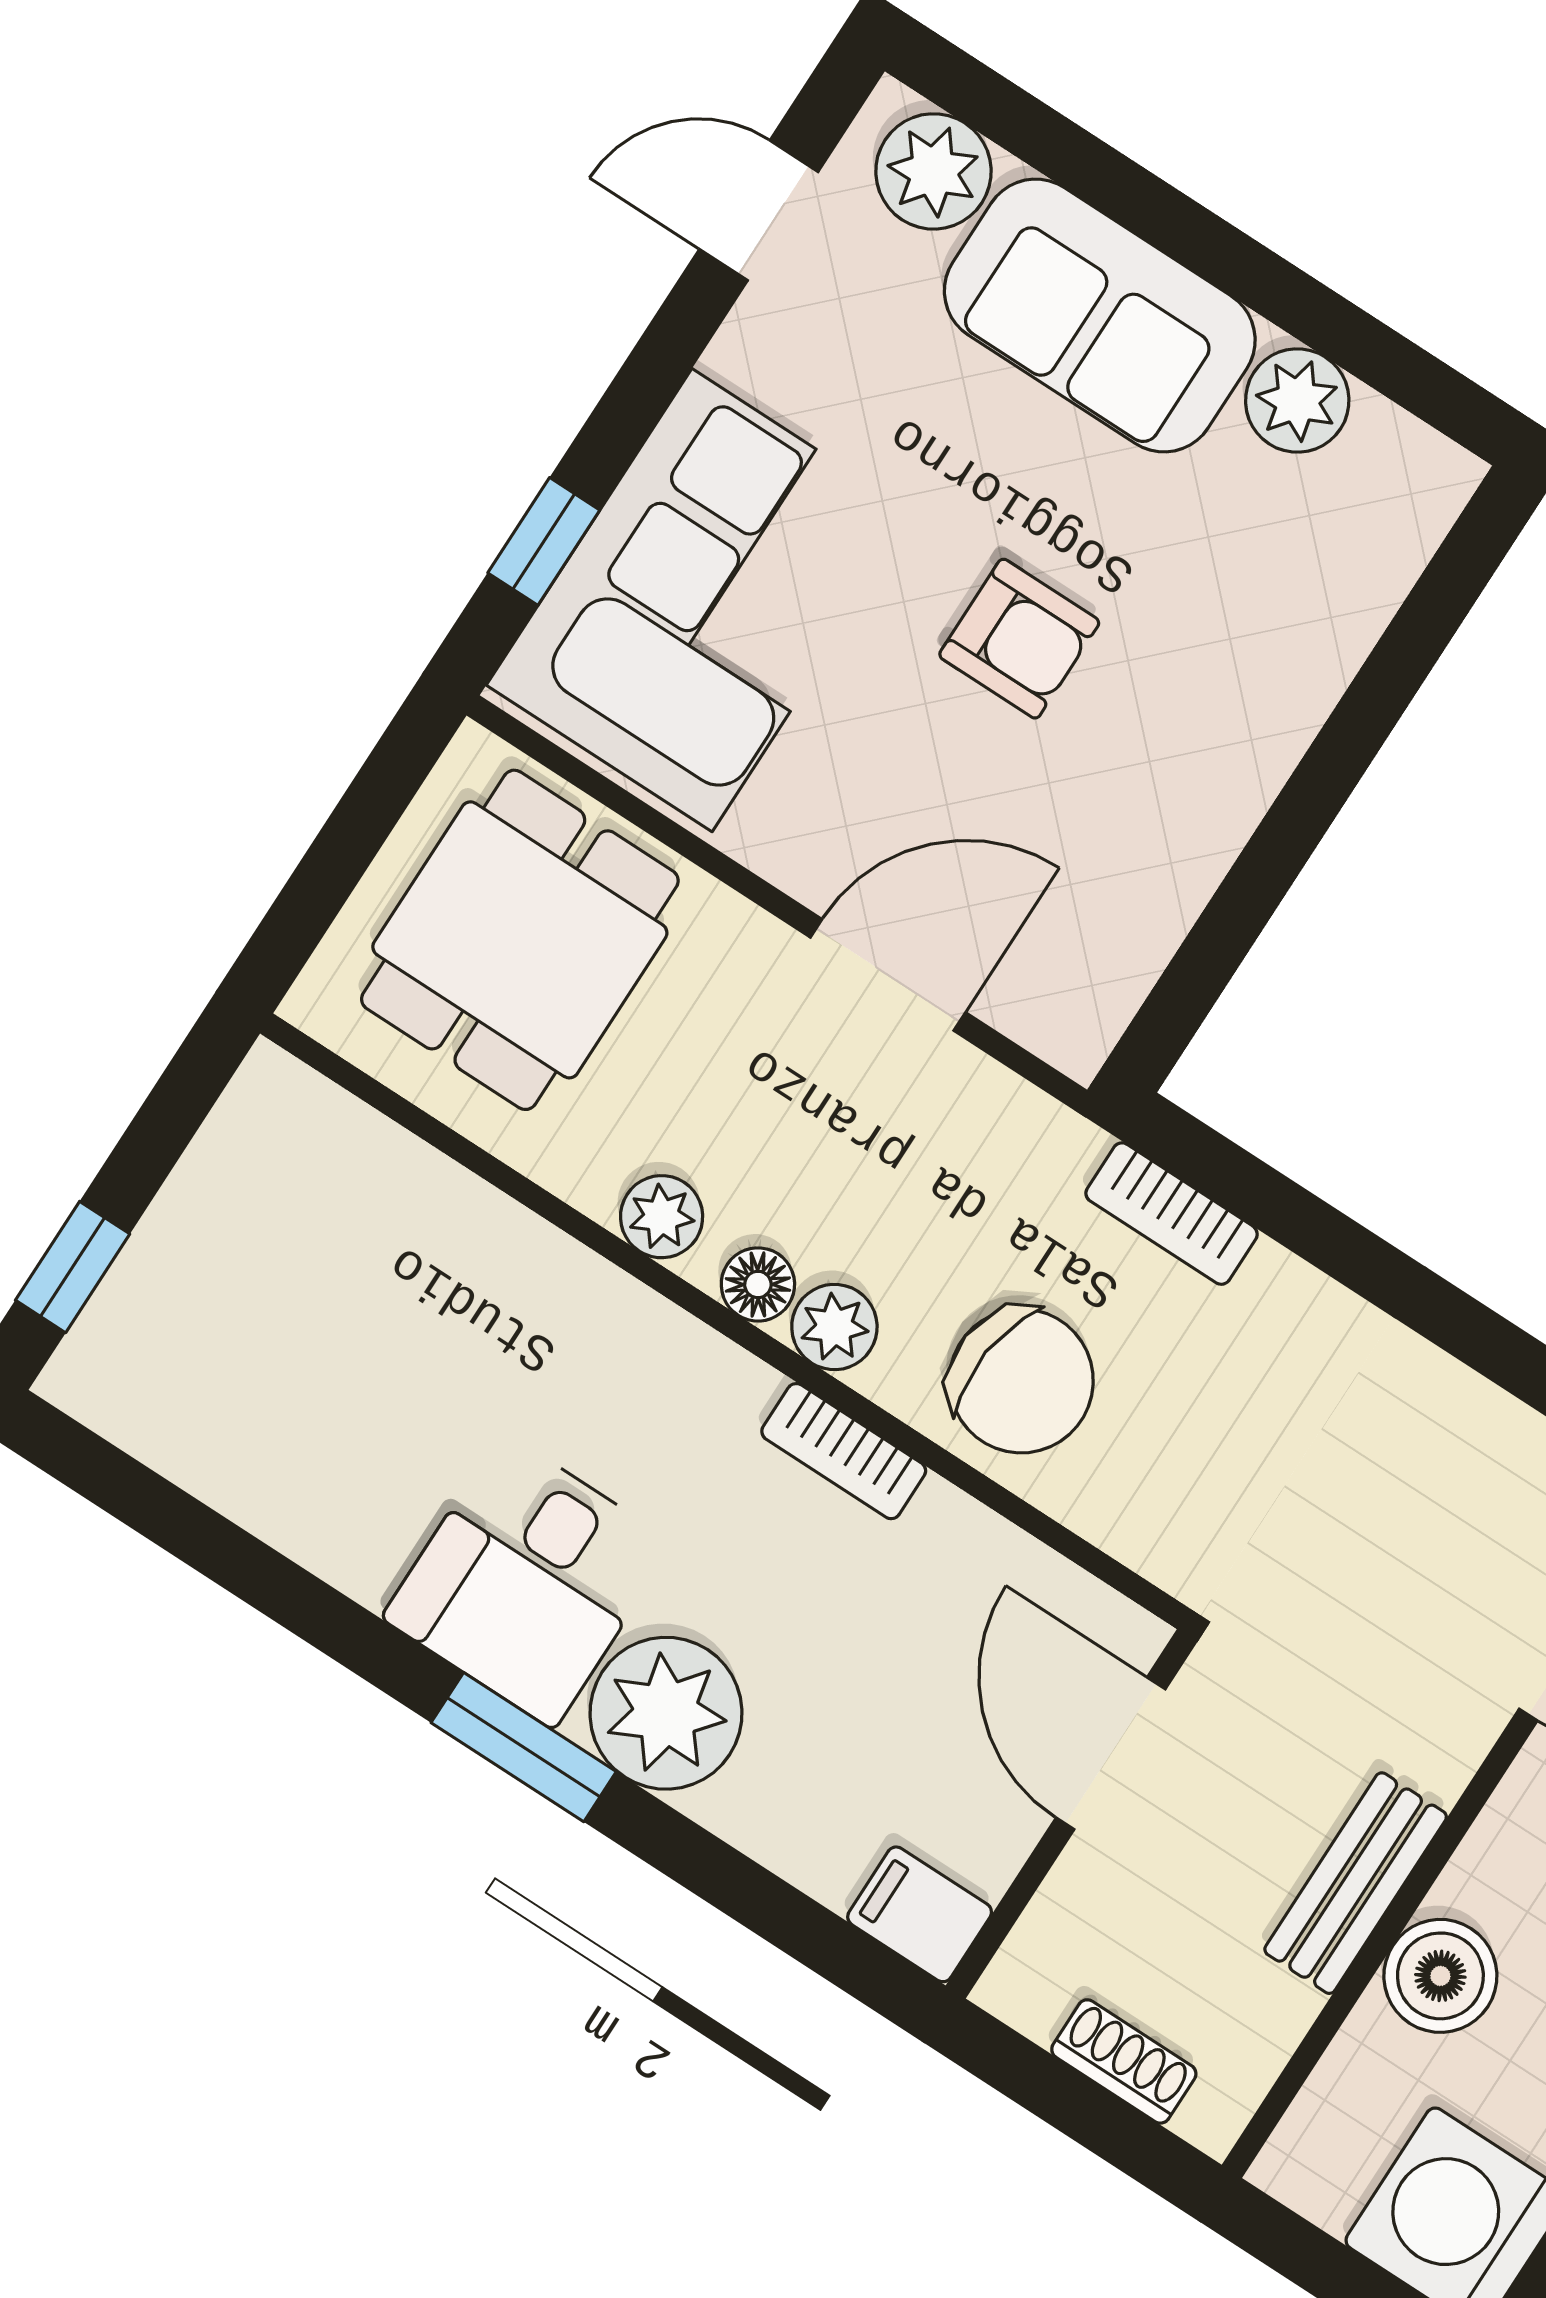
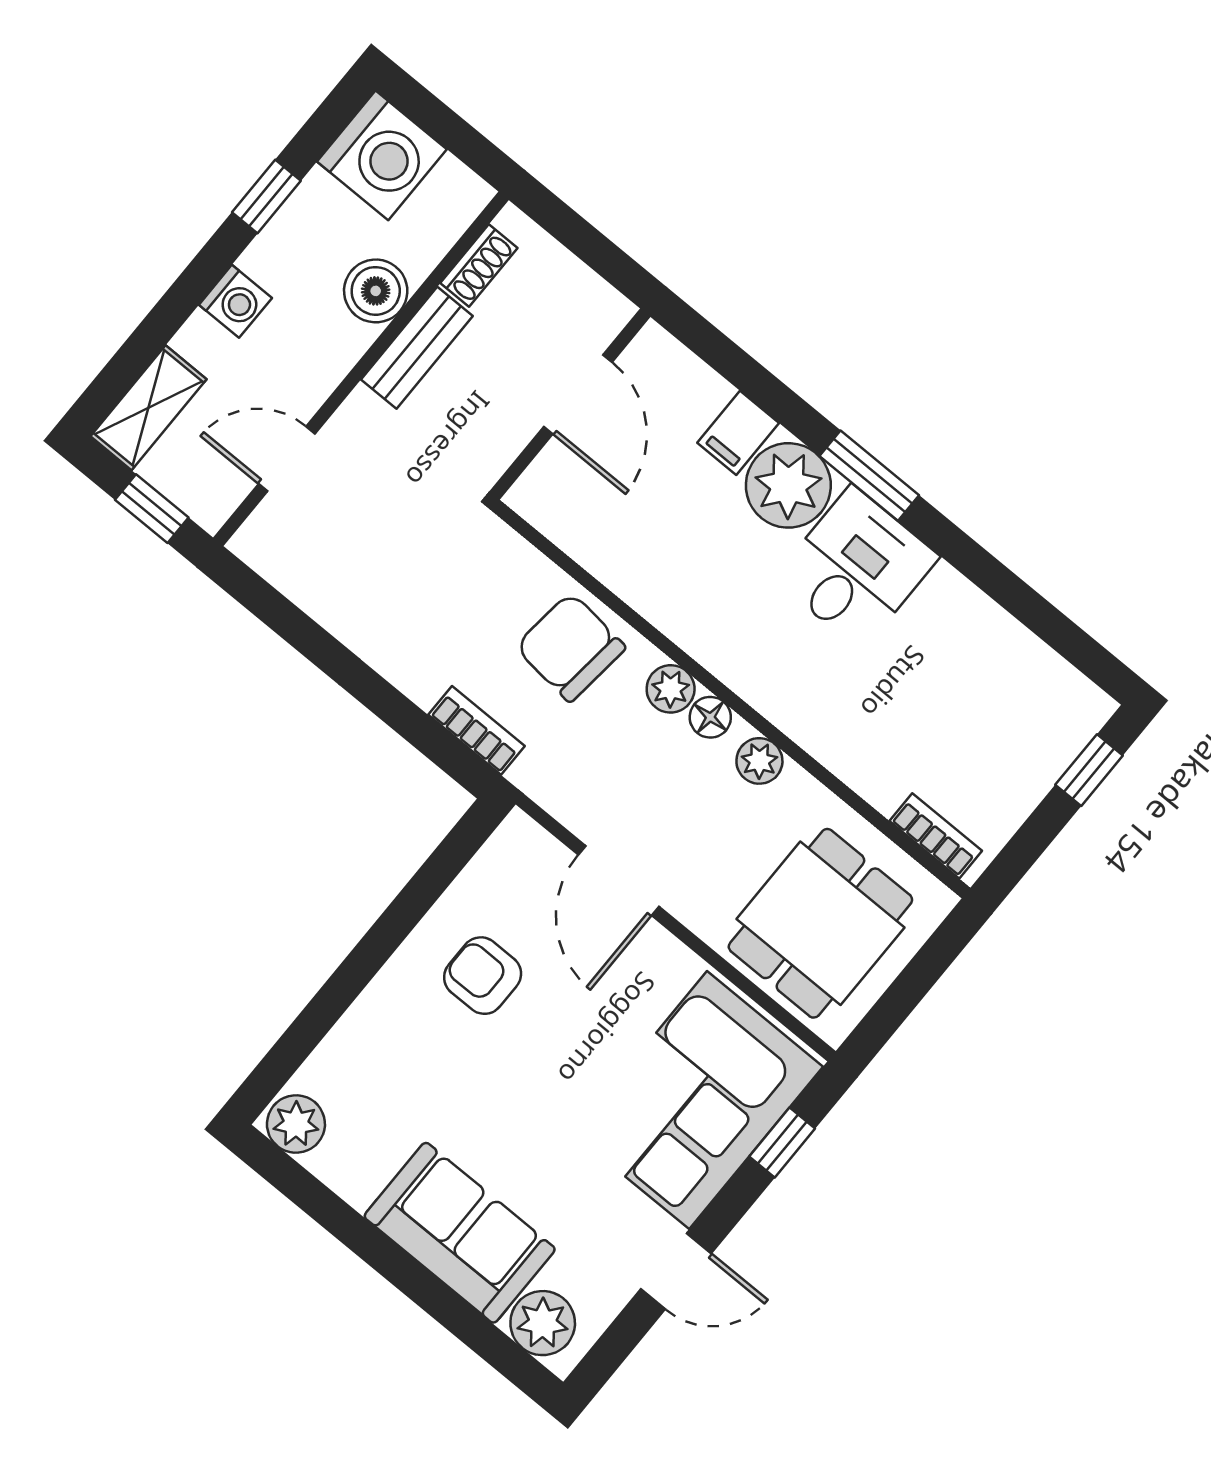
door: (759, 210) -> (676, 1271), moved
plant: (1297, 401) -> (296, 1124), moved
armchair: (1019, 639) -> (483, 976), moved
door: (888, 975) -> (619, 881), hinge flipped
bookcase: (844, 1451) -> (936, 836), moved
door: (1111, 1753) -> (578, 394), moved
filing cabinet: (920, 1914) -> (738, 433), moved, turned 90
shoe rack: (1124, 2061) -> (479, 265), moved, turned -90

